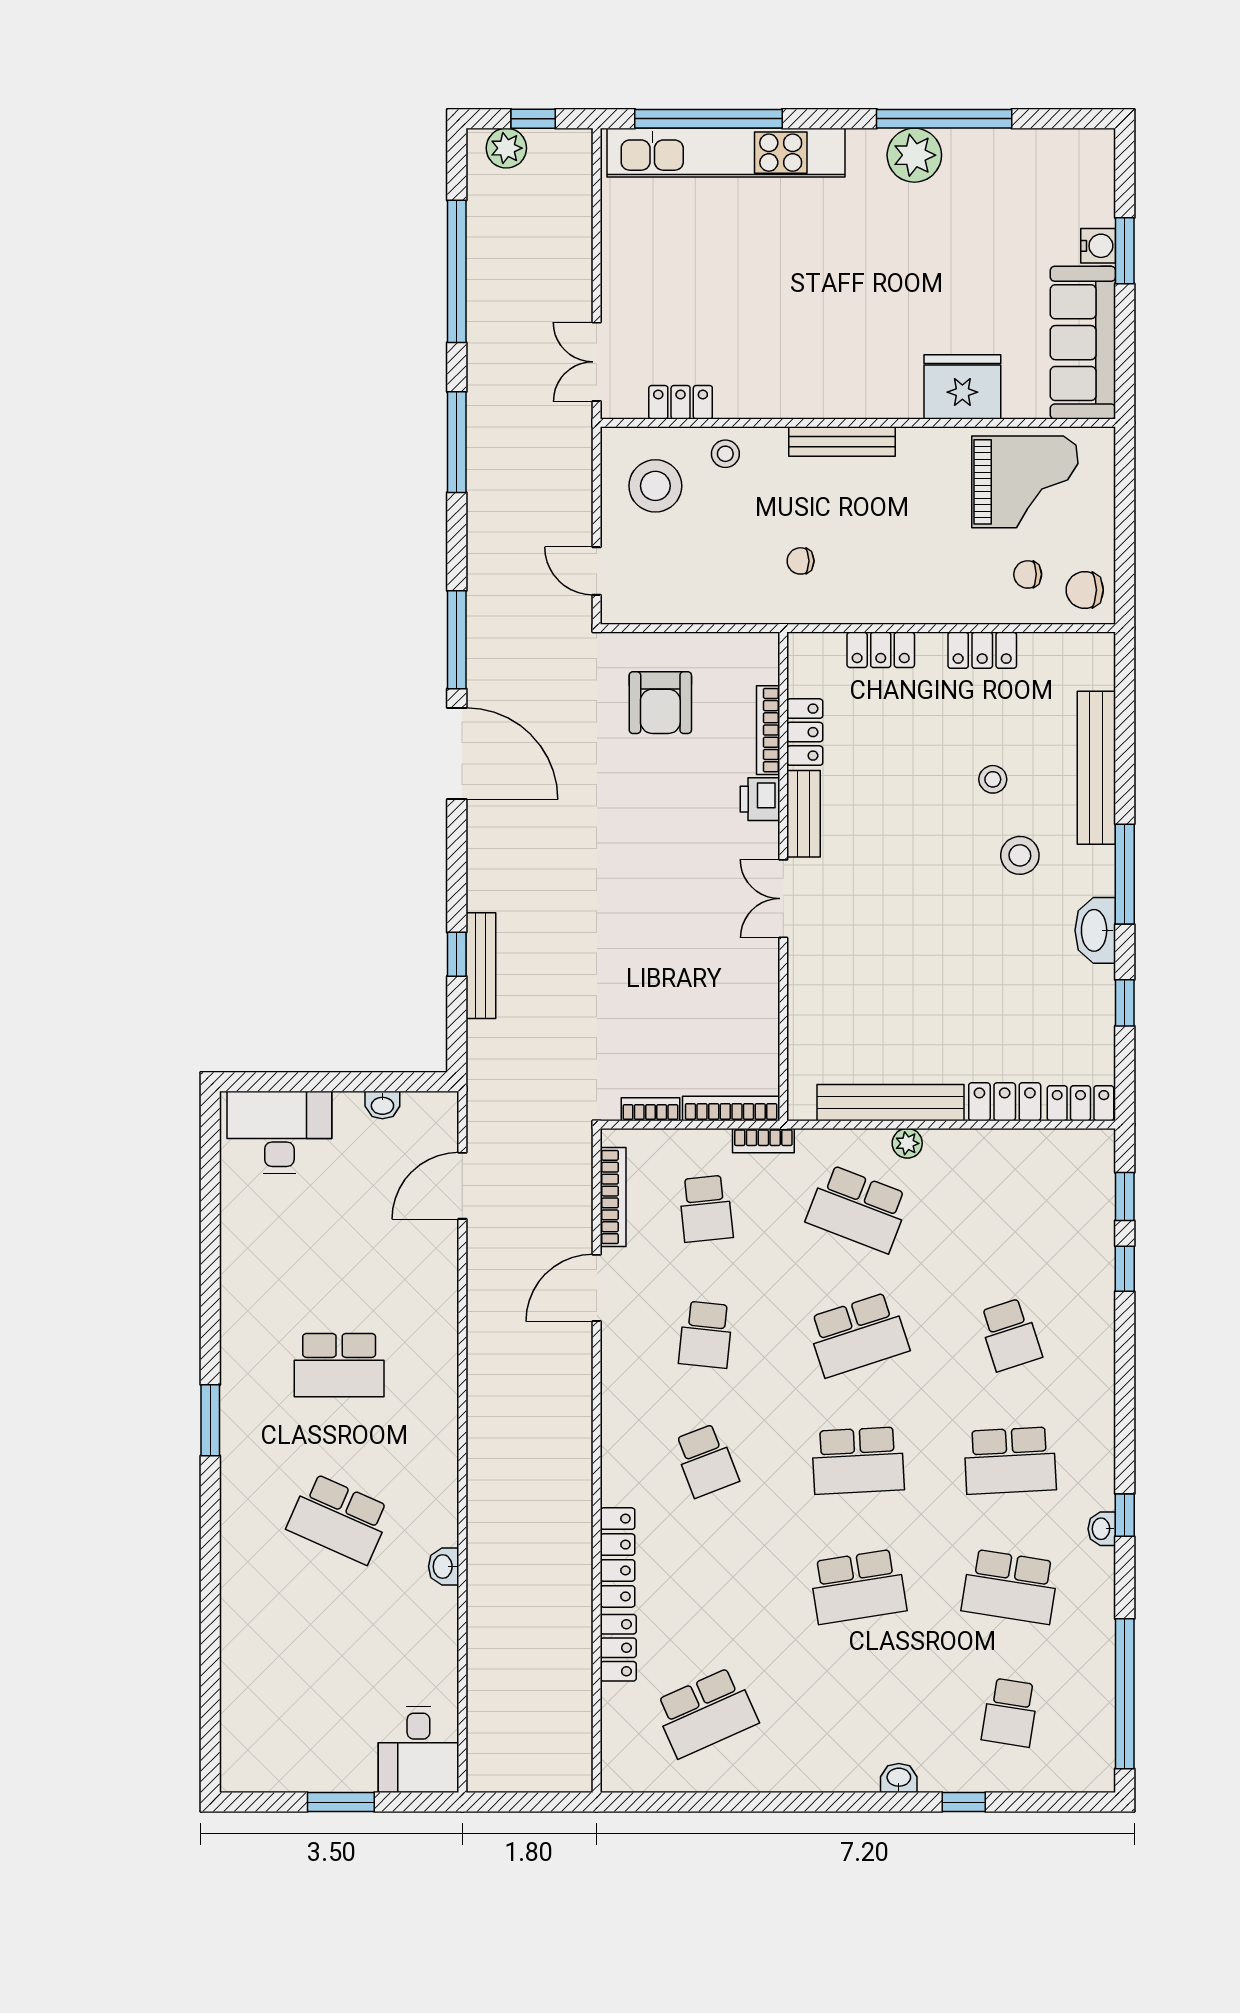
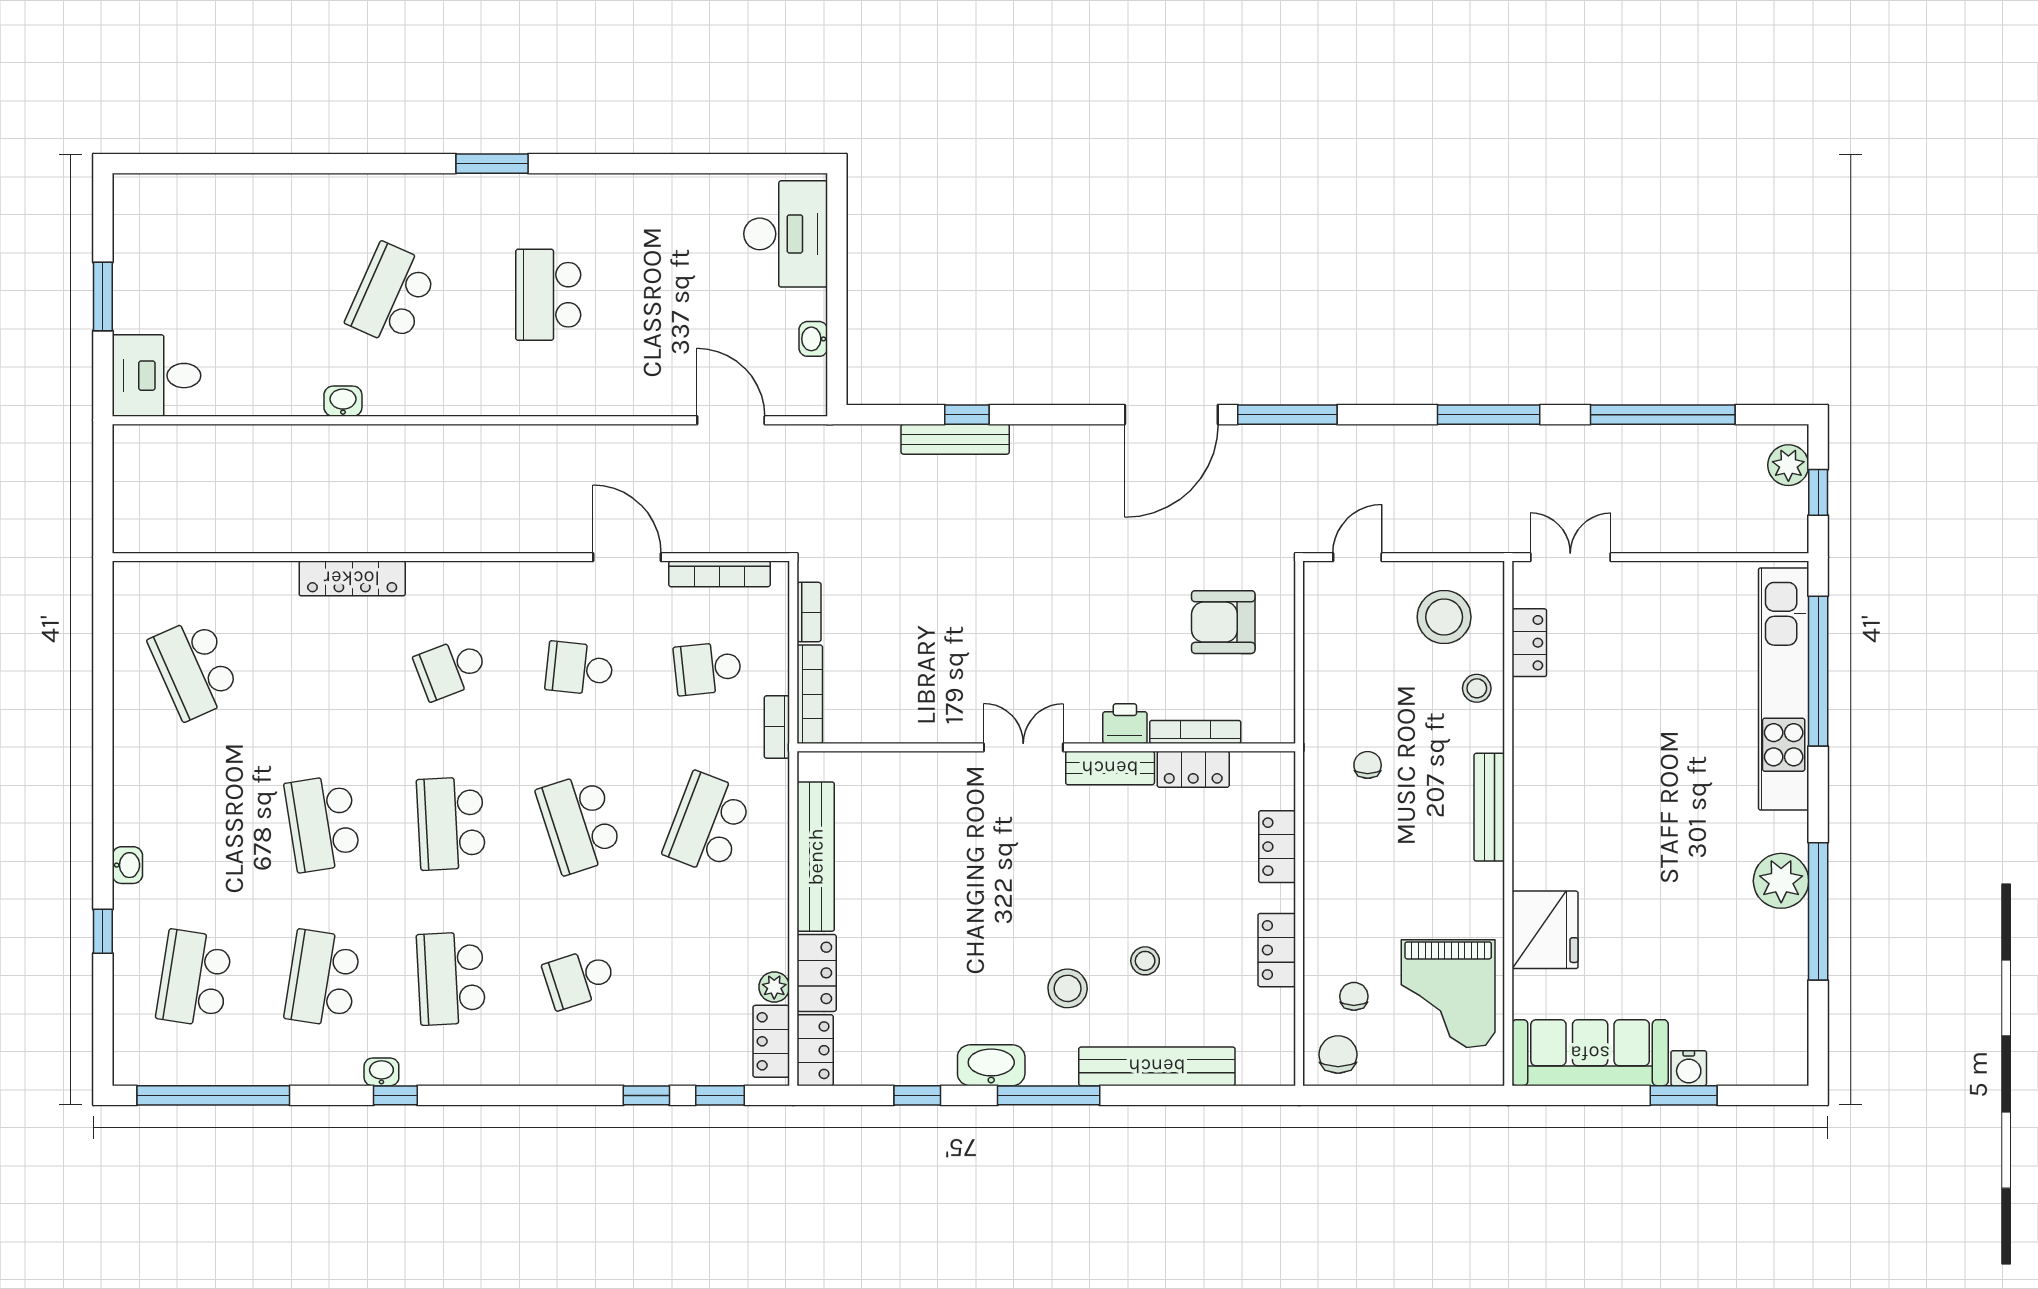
plant: (907, 1143) -> (774, 987), moved
locker: (618, 1648) -> (771, 1041), moved, turned 90
school desk: (1010, 1712) -> (194, 978), width x1.85

